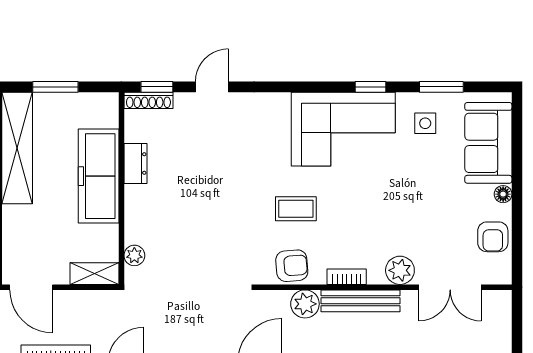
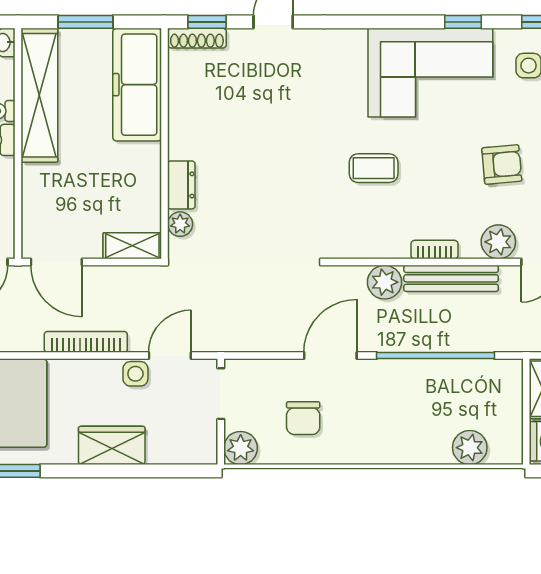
dresser: (135, 163) -> (181, 185), moved
freezer: (99, 176) -> (137, 85), moved
armchair: (292, 266) -> (502, 165), moved

